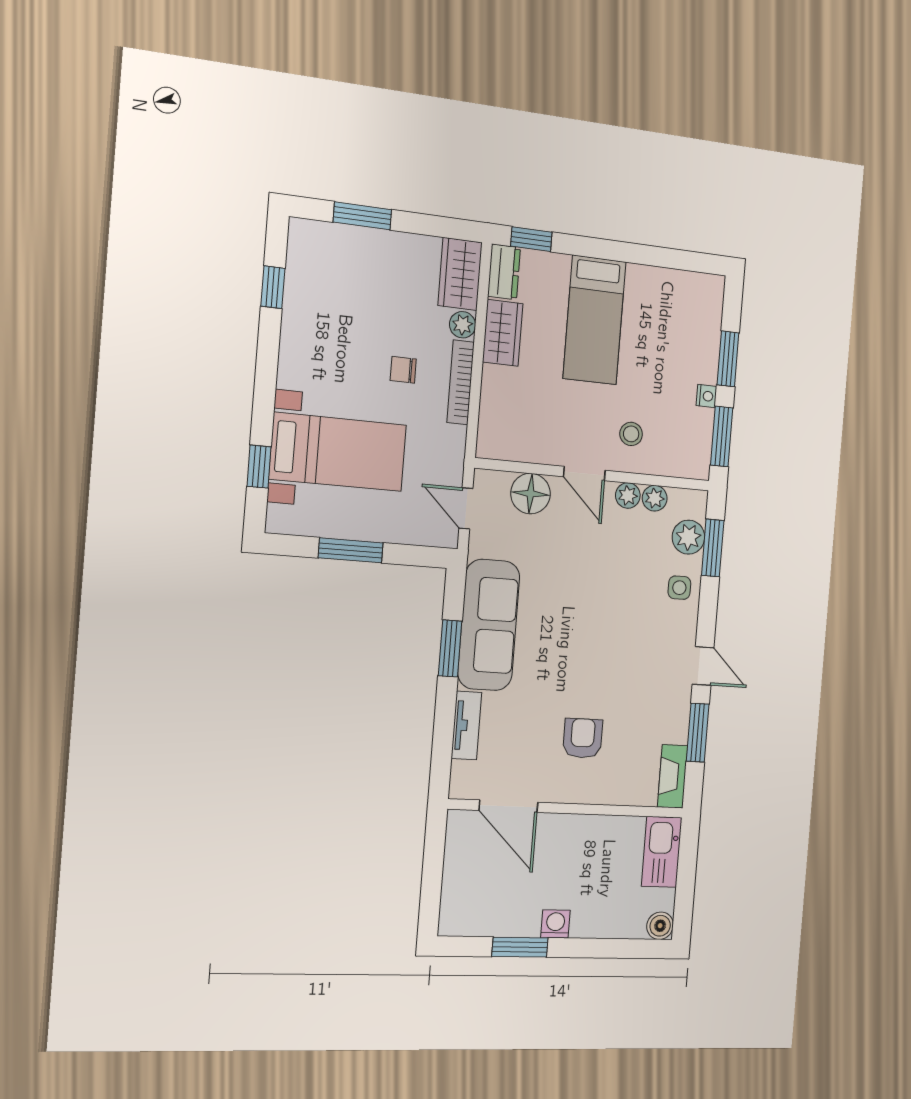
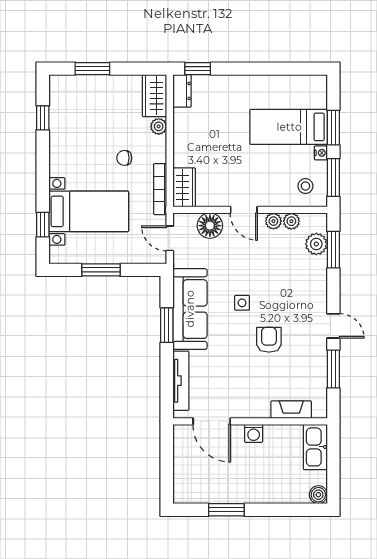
bed: (594, 320) -> (289, 127), moved, turned 90
wardrobe: (503, 333) -> (184, 187), moved
bookcase: (461, 382) -> (160, 189), moved
stool: (631, 434) -> (305, 186), moved
side table: (679, 588) -> (242, 303), moved
tv unit: (466, 725) -> (181, 381), width x1.41
armchair: (583, 738) -> (269, 340), moved
fireplace: (673, 776) -> (291, 410), moved, turned 90
washing machine: (555, 924) -> (254, 433), moved, turned 180

